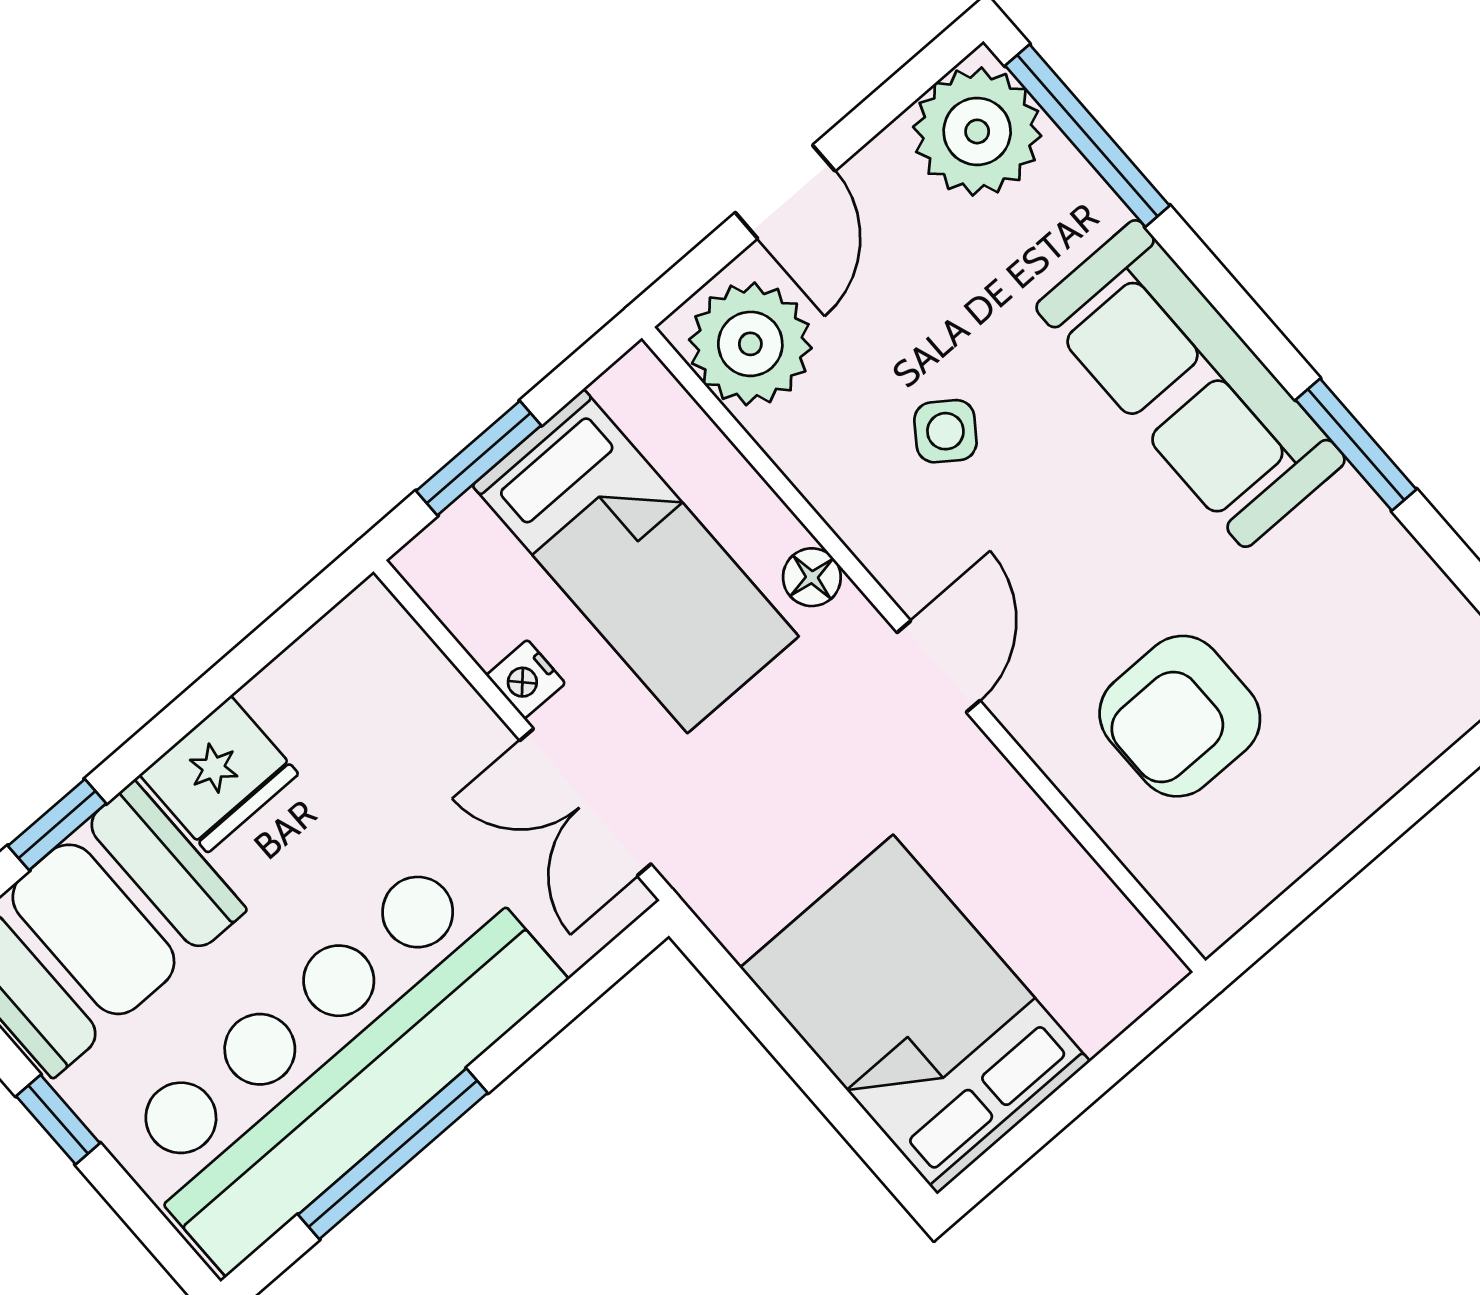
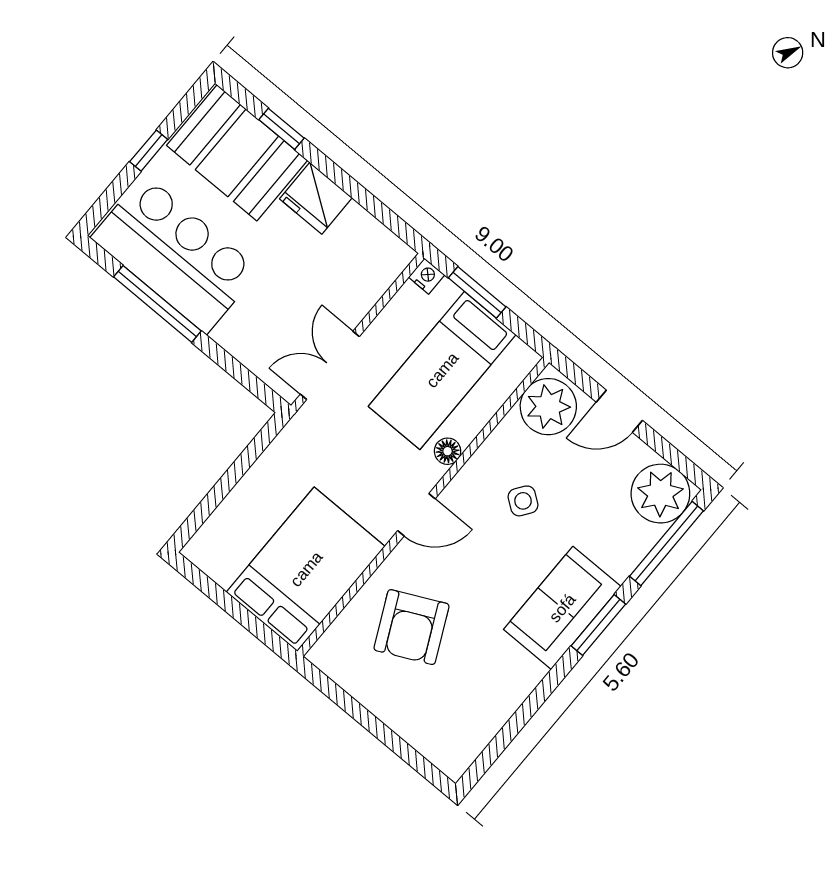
sofa: (1191, 384) -> (562, 608), width x0.73
window: (1356, 445) -> (598, 625), moved
nightstand: (526, 679) -> (427, 276), moved, turned 90
armchair: (1180, 716) -> (412, 627), turned -116
bed: (915, 1015) -> (306, 569), moved
bar counter: (337, 1058) -> (175, 254), width x0.73

